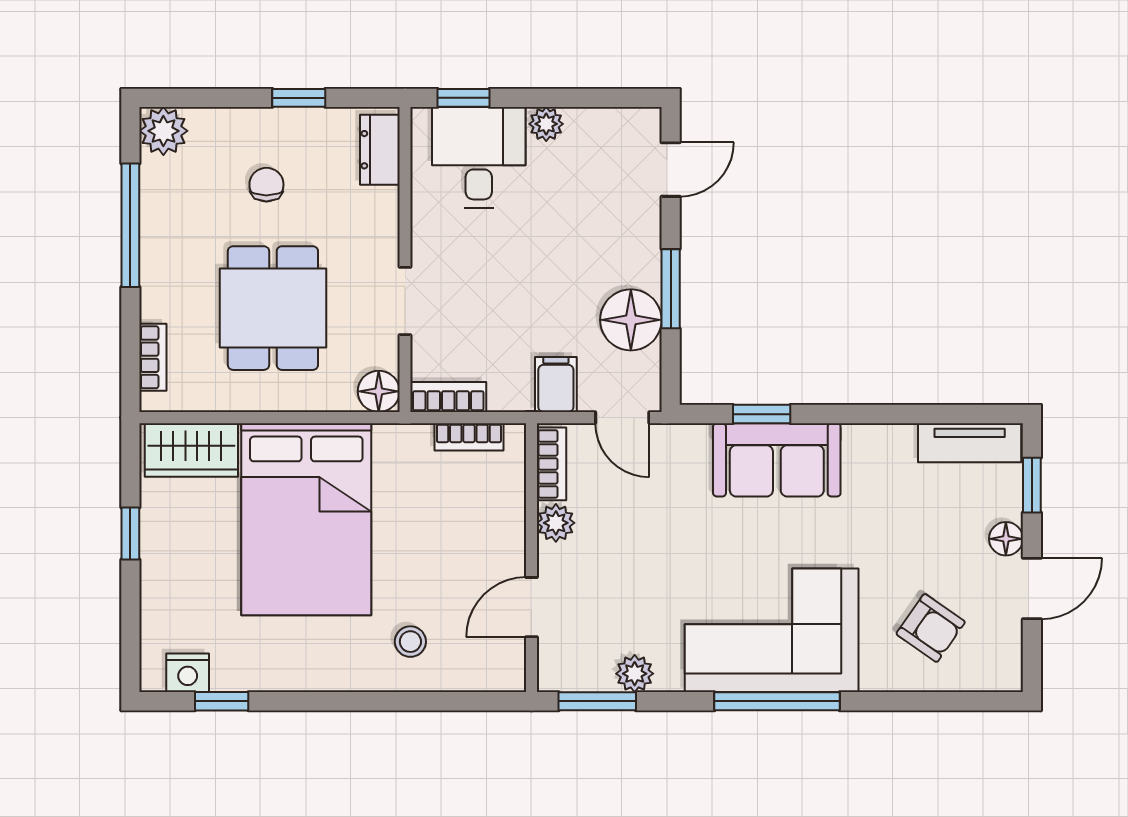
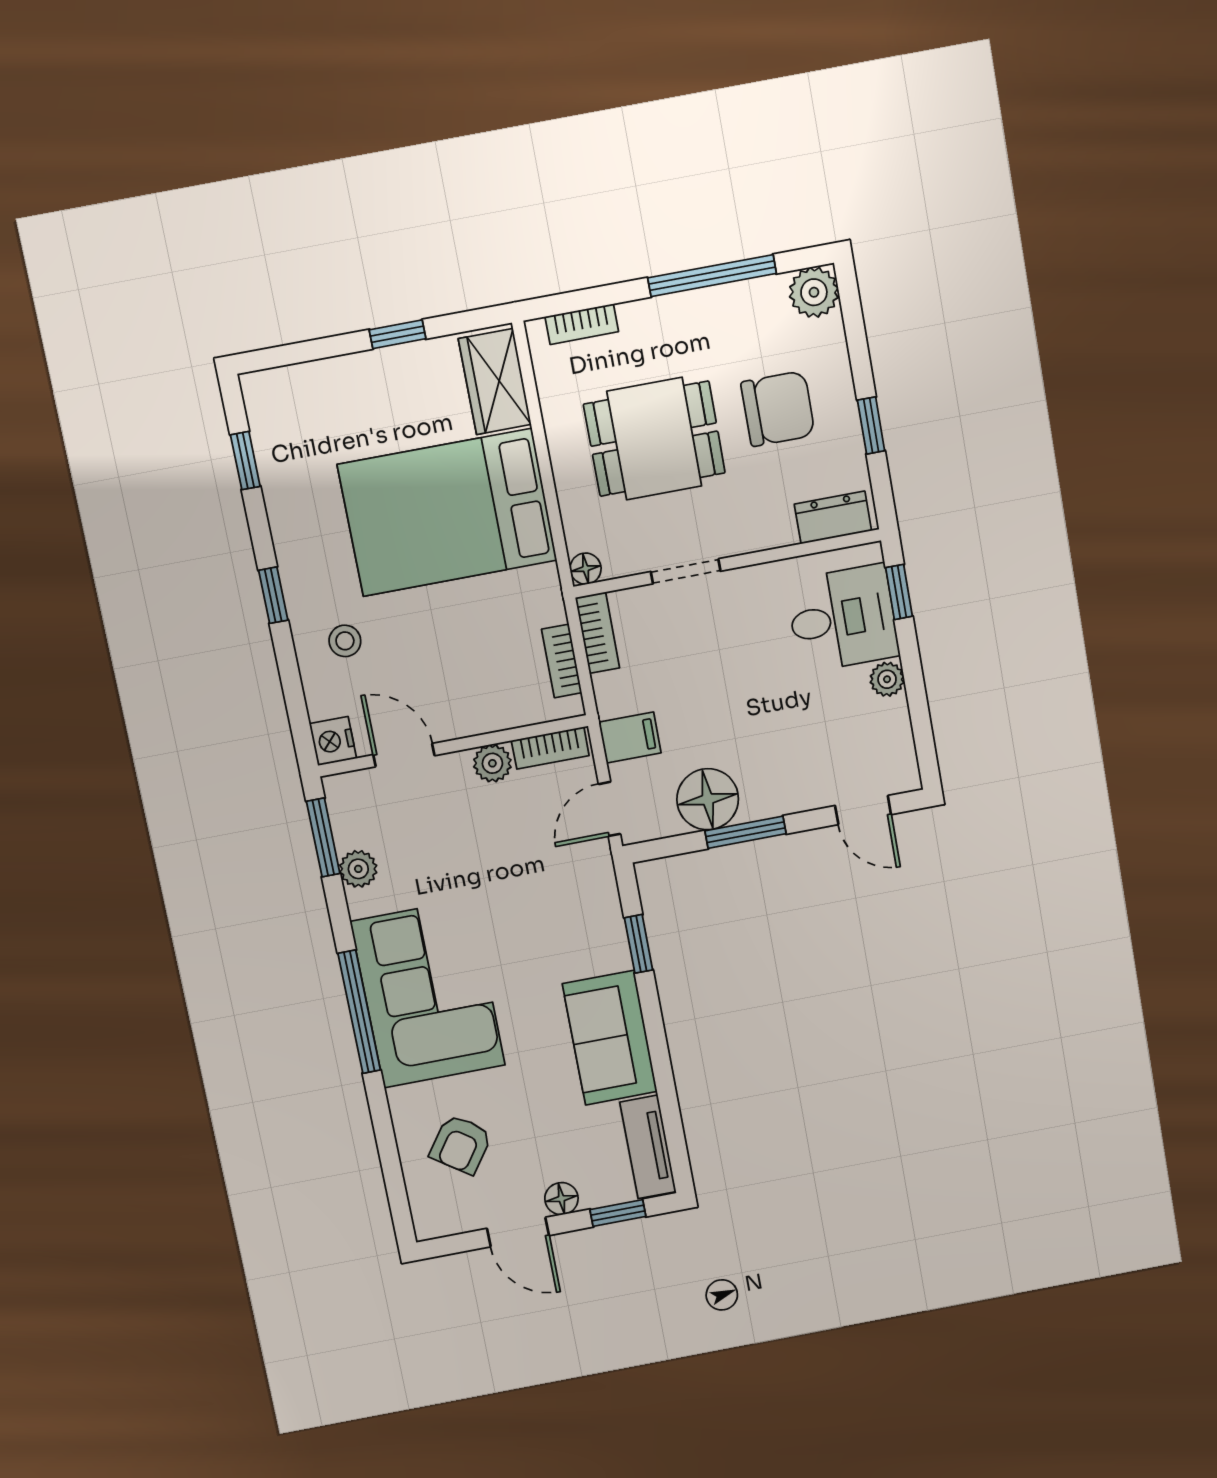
chair: (266, 185) -> (778, 409), width x1.87, depth x1.87
floor lamp: (379, 391) -> (586, 569), width x0.73, depth x0.73
sofa: (777, 460) -> (610, 1038), moved
nightstand: (188, 673) -> (333, 741), moved
window: (354, 701) -> (273, 595), added

